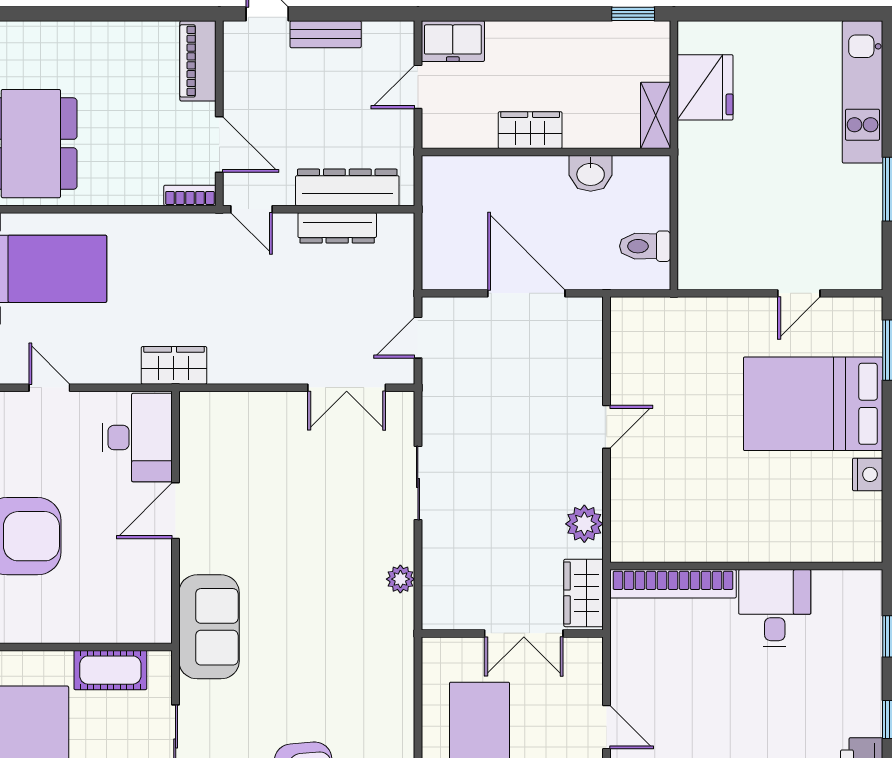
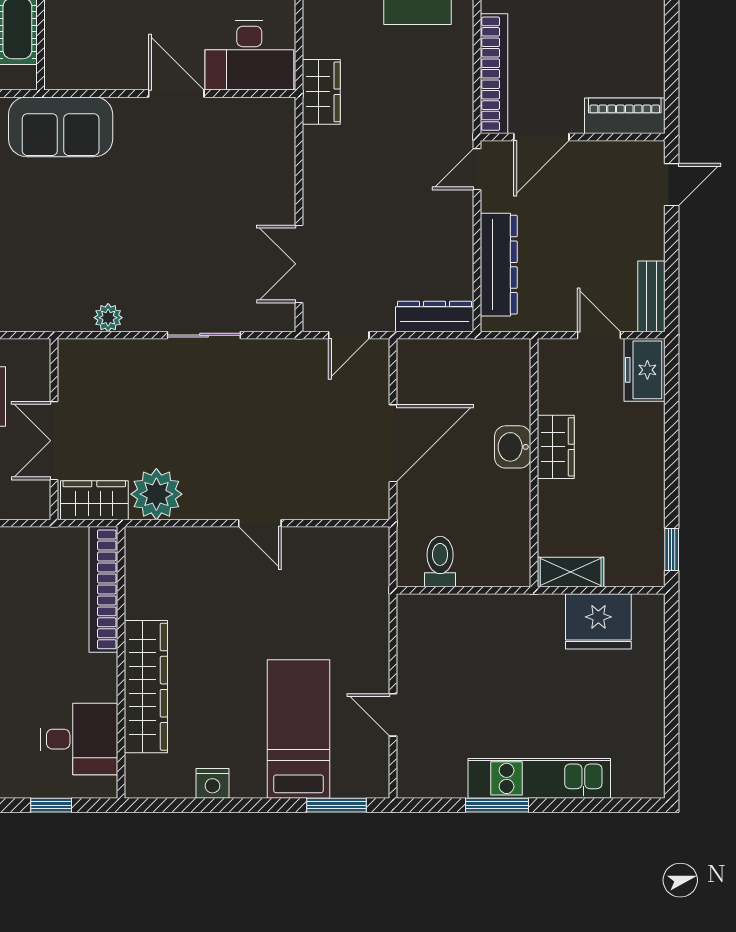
bench: (326, 34) -> (651, 296), moved
kitchen unit: (863, 92) -> (539, 778), moved
washbasin: (591, 173) -> (513, 447), moved
bookcase: (190, 195) -> (494, 74), width x2.31, depth x1.31
dresser: (337, 228) -> (435, 317), moved, turned 90
door: (418, 338) -> (349, 335), swing flipped
bed: (813, 404) -> (299, 729), width x0.67
plant: (584, 524) -> (156, 494), width x1.36, depth x1.36
wardrobe: (771, 541) -> (146, 687), added
desk: (775, 608) -> (79, 739), moved

